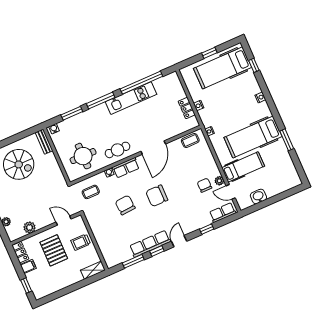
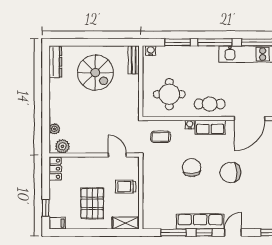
plant: (30, 227) -> (62, 146), moved
pallet: (54, 250) -> (92, 203), moved
filing cabinet: (28, 266) -> (57, 223), moved

